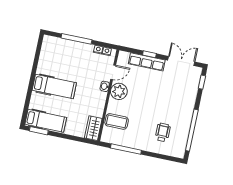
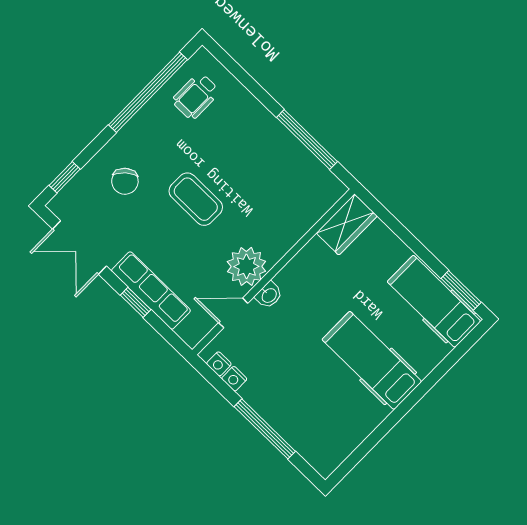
chair: (180, 94) -> (125, 181), added
coffee table: (117, 121) -> (196, 199), moved
wheelchair: (163, 132) -> (196, 96), moved

